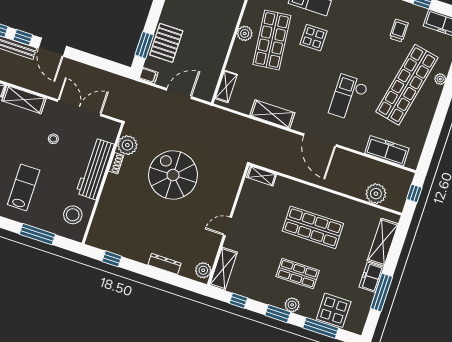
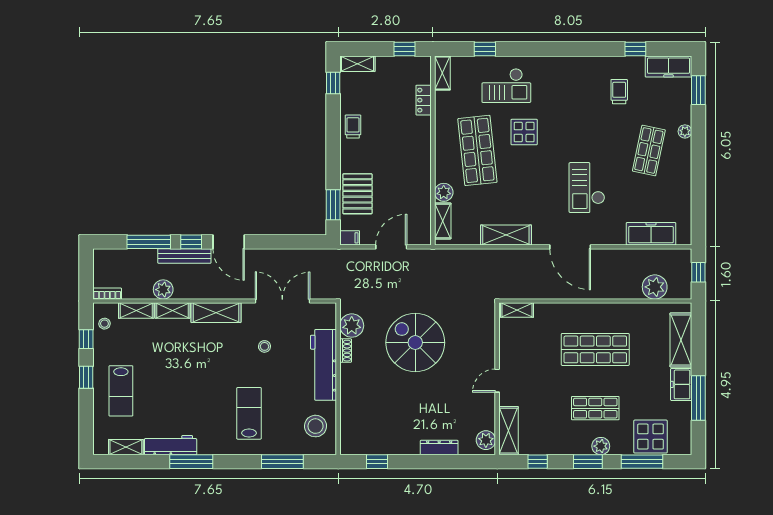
plant: (245, 33) -> (444, 192), moved
shop shelf: (407, 85) -> (649, 150), width x0.50, depth x0.74

